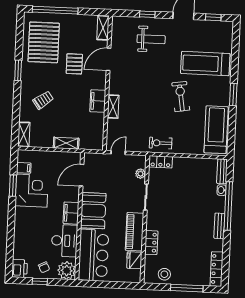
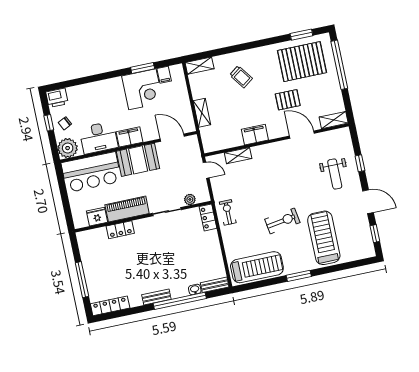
window: (18, 70) -> (301, 35), moved
shelving: (113, 107) -> (238, 156), moved
stool: (164, 274) -> (90, 252), removed

